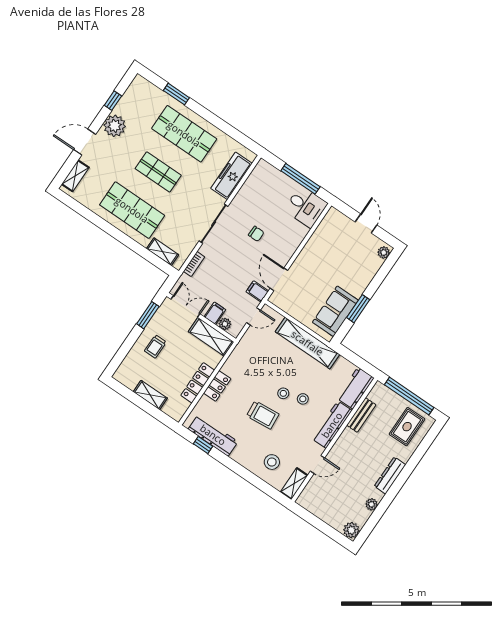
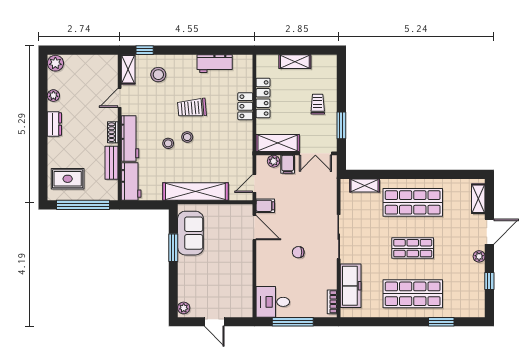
plant: (115, 126) -> (479, 256), width x0.53, depth x0.53
bookcase: (194, 264) -> (332, 302), moved
rug: (407, 427) -> (68, 179), turned 90
workbench: (213, 435) -> (215, 64), width x0.73
shoe rack: (343, 440) -> (113, 132), added
window: (203, 445) -> (145, 50), moved
dresser: (390, 475) -> (54, 124), width x0.70

